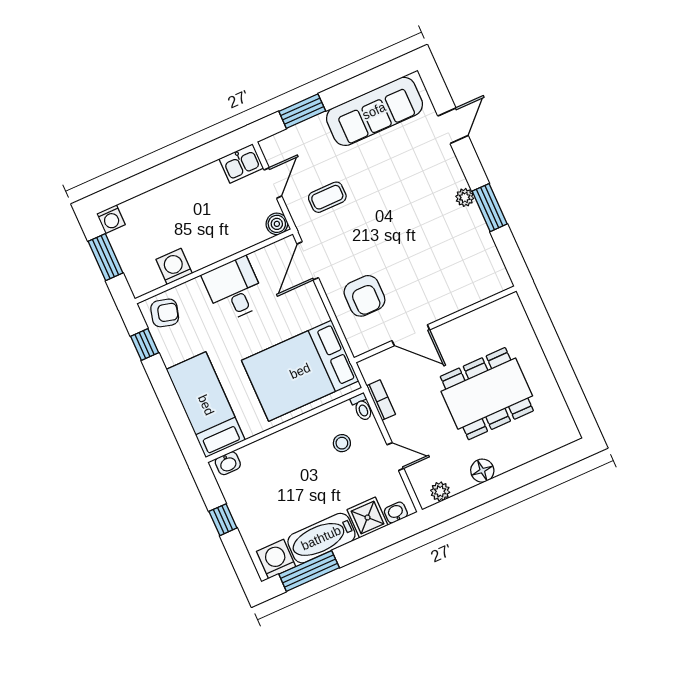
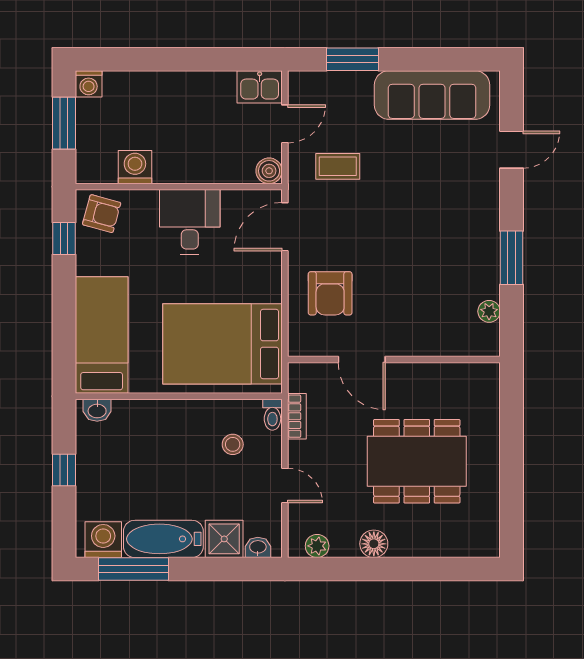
plant: (465, 197) -> (489, 311), moved

